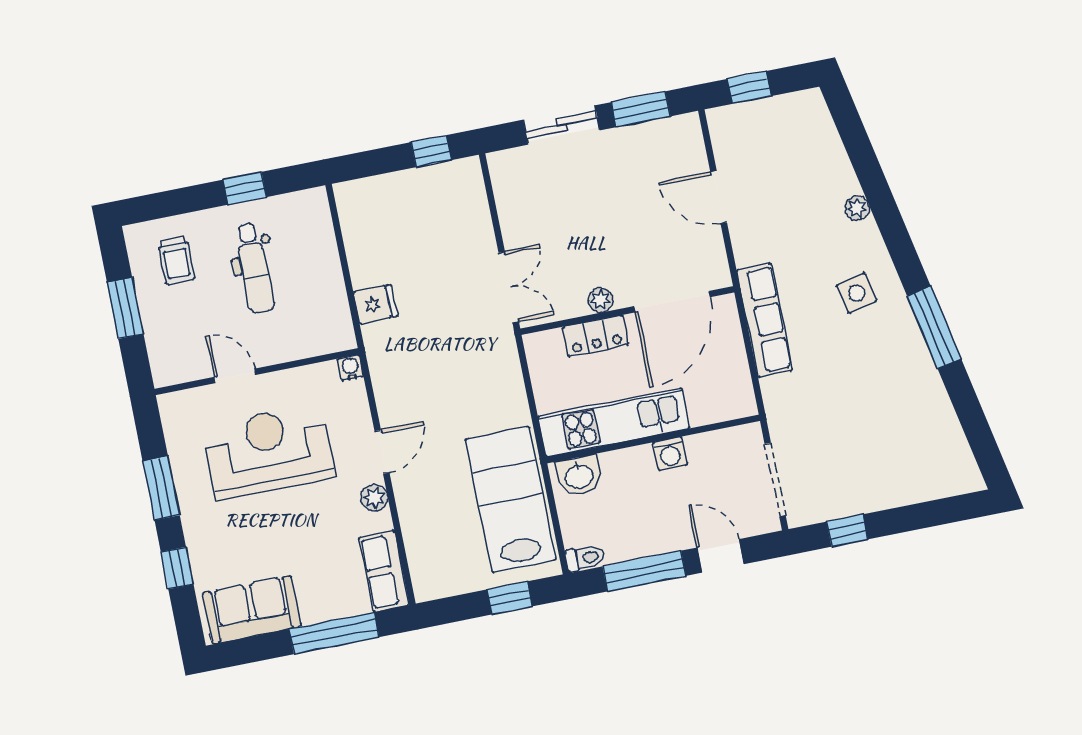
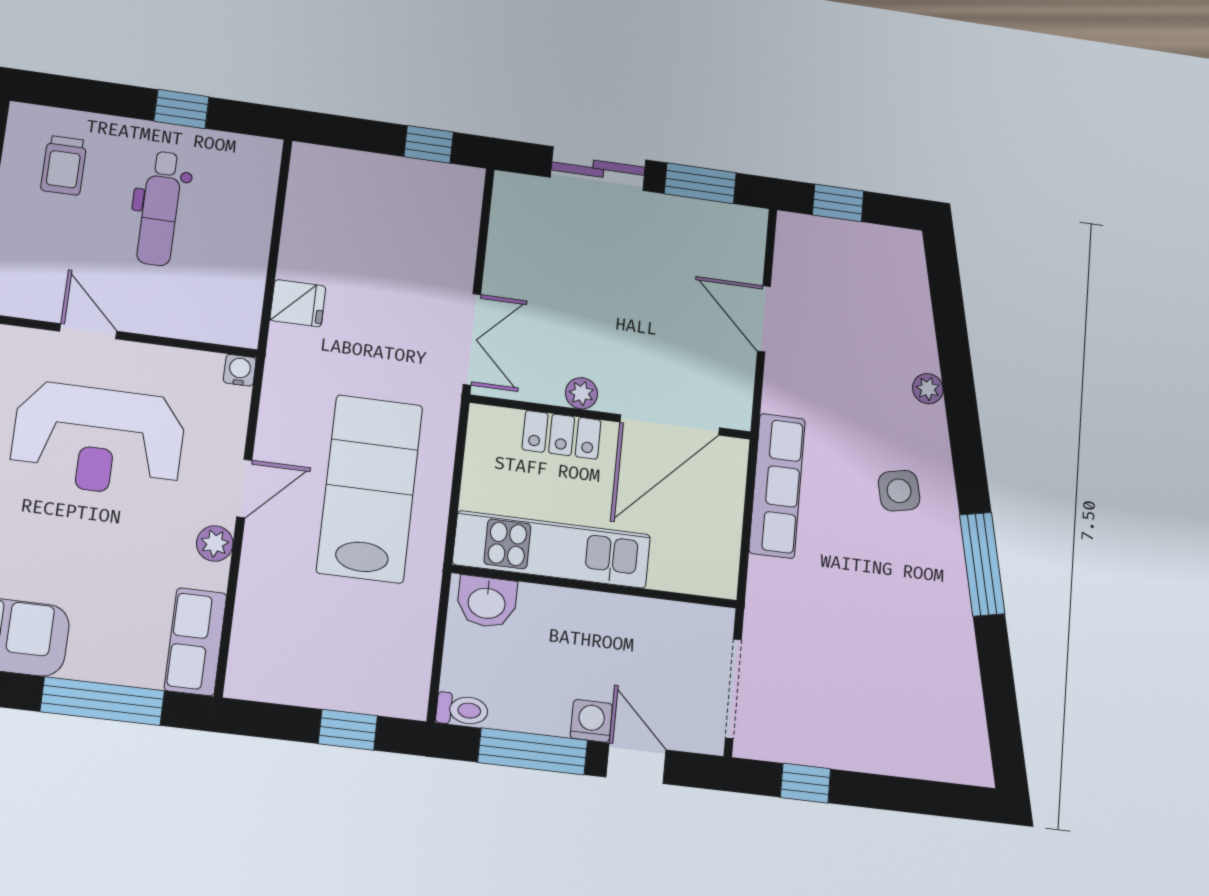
reception desk: (269, 451) -> (98, 440), turned 180
washing machine: (670, 454) -> (591, 721), moved, turned 180
lab bench: (511, 499) -> (370, 489), moved

